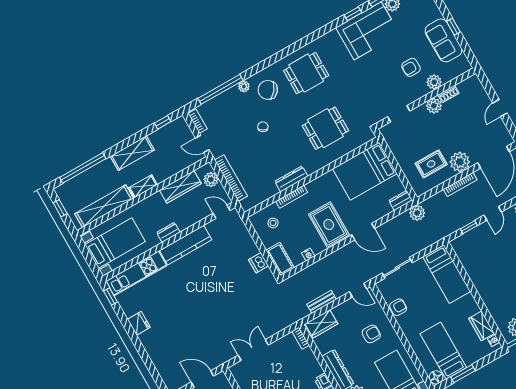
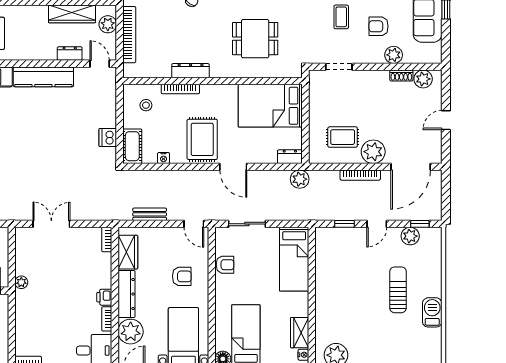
coffee table: (380, 76) -> (341, 17), added
plant: (434, 106) -> (423, 79), moved
dresser: (168, 232) -> (70, 54), moved
wardrobe: (321, 324) -> (128, 252), moved, turned -90

